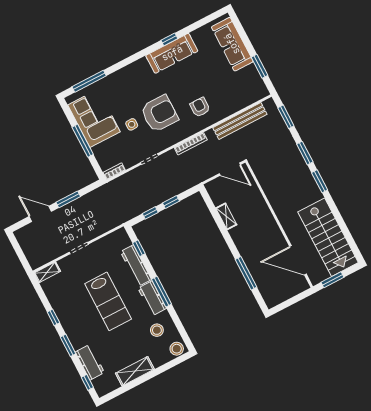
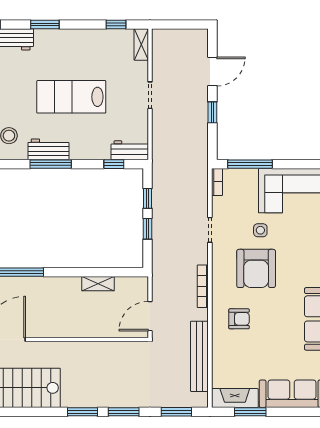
fireplace: (256, 82) -> (235, 398), added
window: (83, 141) -> (250, 164), moved
window: (68, 199) -> (212, 112), width x0.67
workbench: (136, 266) -> (130, 150), moved, width x0.73
window: (53, 317) -> (116, 24), moved

